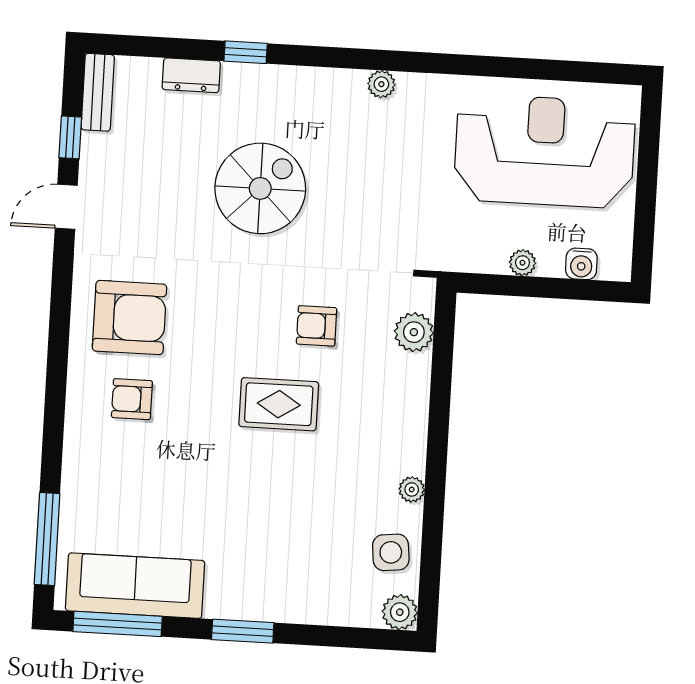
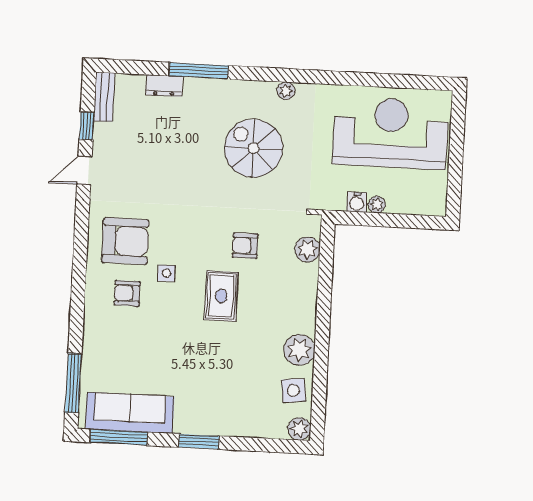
window: (246, 52) -> (199, 71), width x2.17
spiral stairs: (260, 188) -> (253, 148), moved, turned -90
water cooler: (581, 264) -> (357, 202), moved
side table: (193, 368) -> (166, 273), added
rug: (279, 404) -> (221, 296), turned 90
plant: (412, 489) -> (299, 350), width x1.88, depth x1.88

